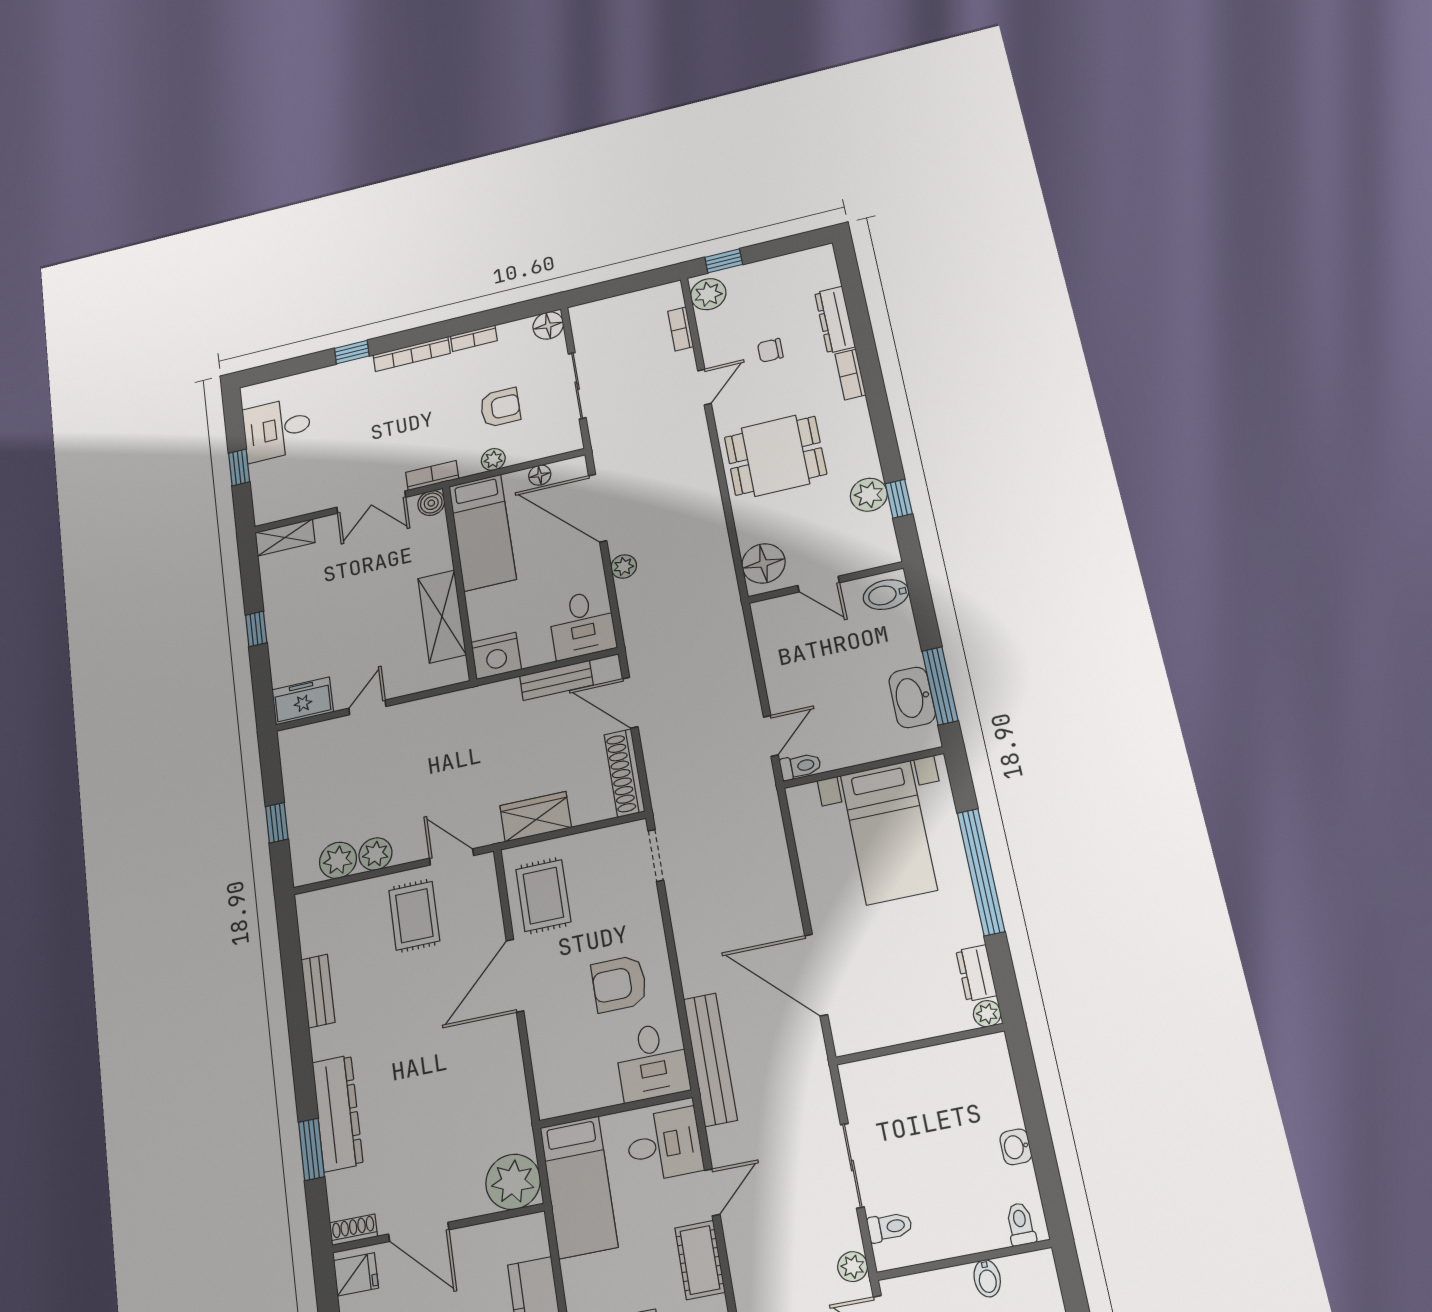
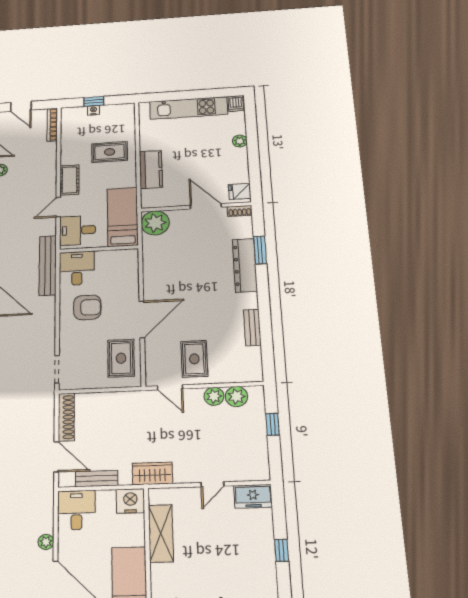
wardrobe: (536, 817) -> (152, 473), moved, turned 180

